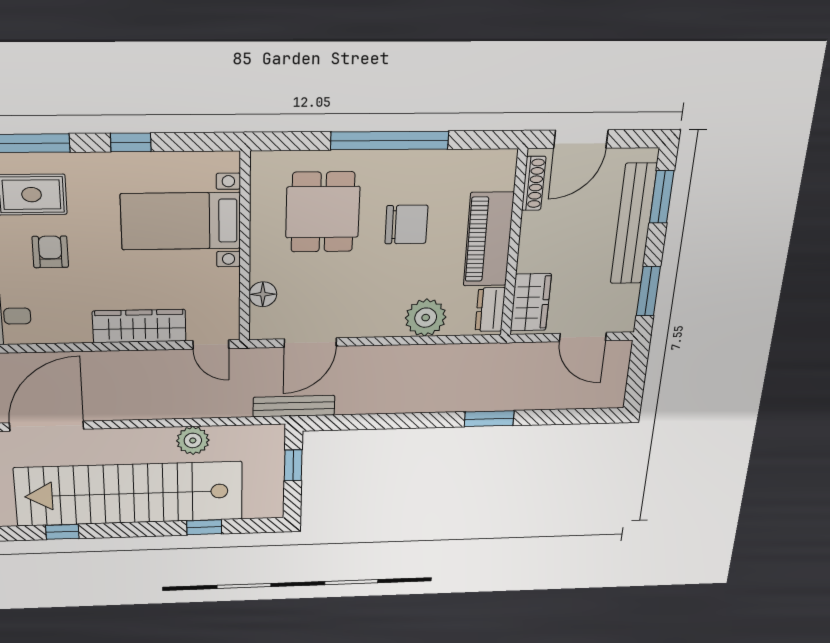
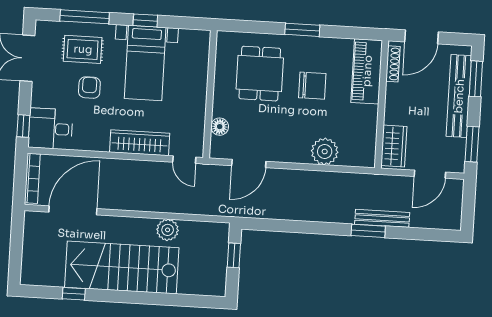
window: (390, 141) -> (302, 30), width x0.47
bed with nightstands: (181, 221) -> (145, 63), moved, turned -90
piano: (489, 239) -> (367, 71), moved
dresser: (490, 310) -> (367, 149), removed
door: (583, 337) -> (430, 174), hinge flipped
bench: (294, 406) -> (382, 218), moved
stairs: (129, 494) -> (122, 267), width x0.73
window: (204, 527) -> (170, 299), removed

